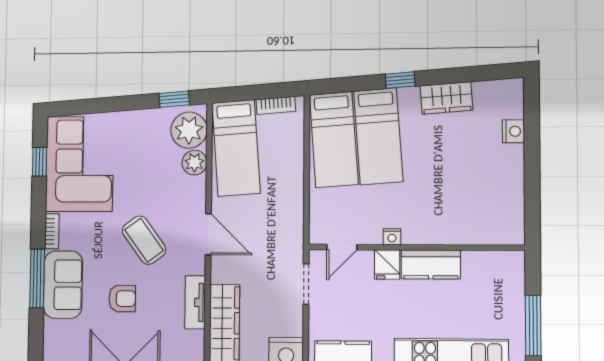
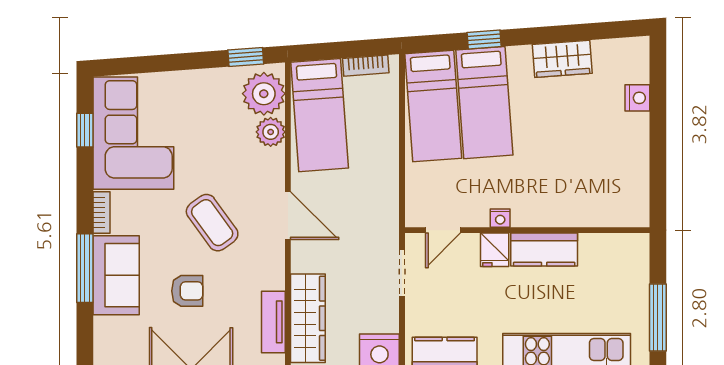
window: (400, 80) -> (484, 39), moved
tv unit: (195, 302) -> (273, 322), moved

